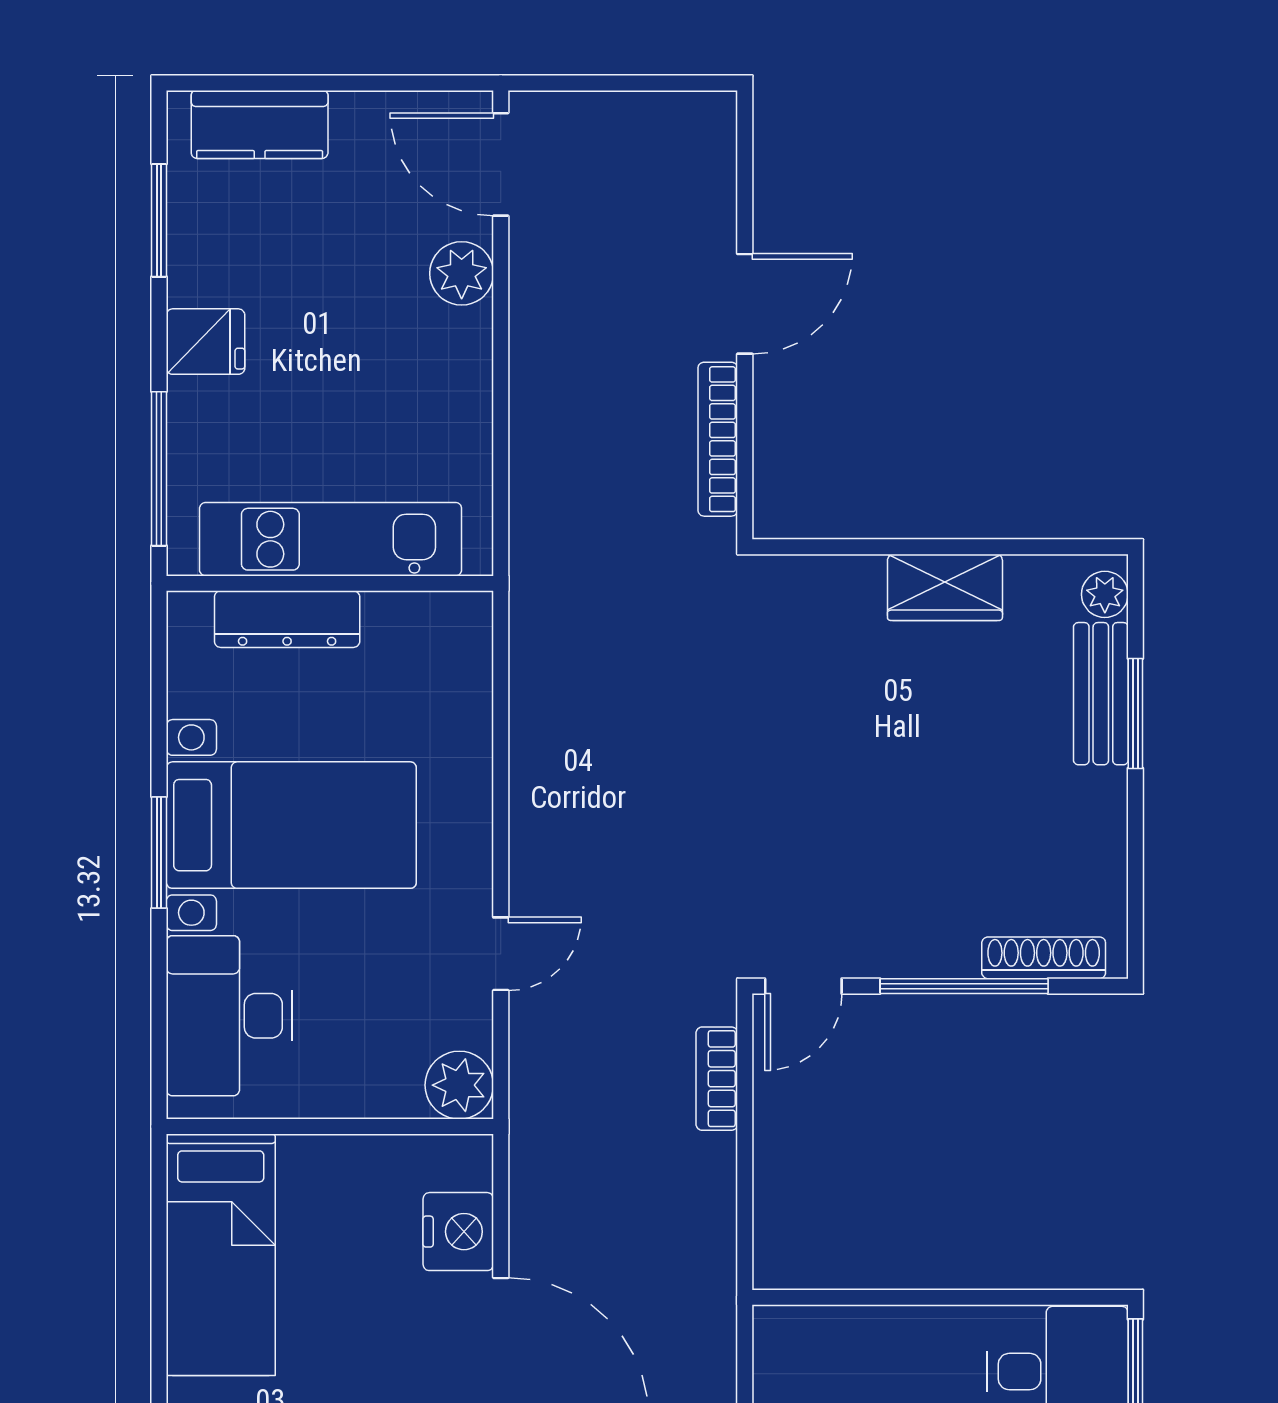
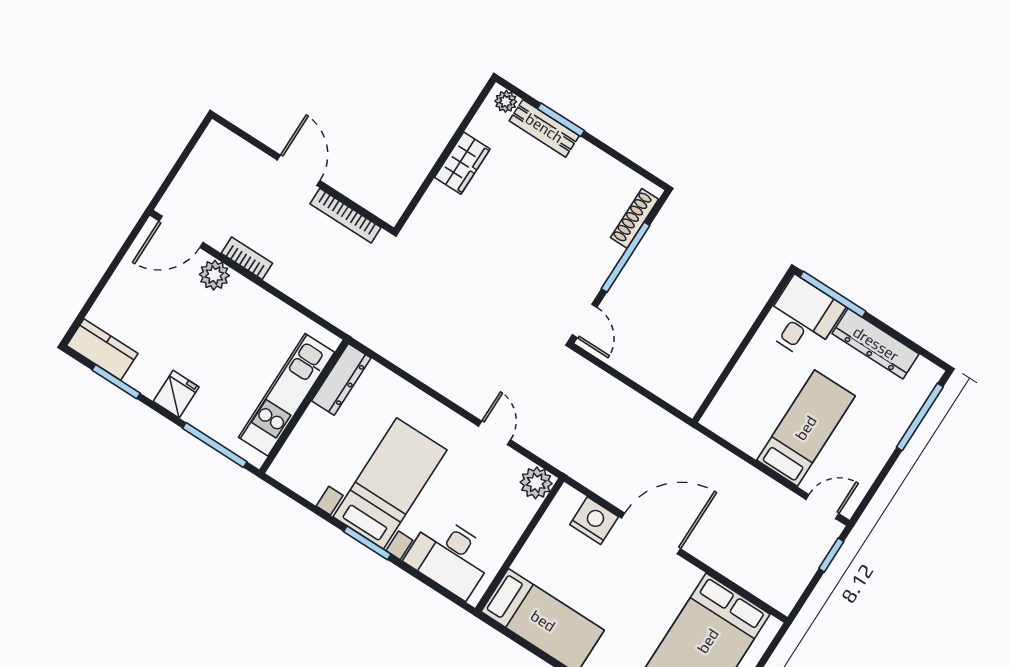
kitchen counter: (260, 124) -> (102, 349), moved, turned -90
dresser: (287, 619) -> (341, 379), moved
bookcase: (717, 1079) -> (247, 258), moved, turned 180

